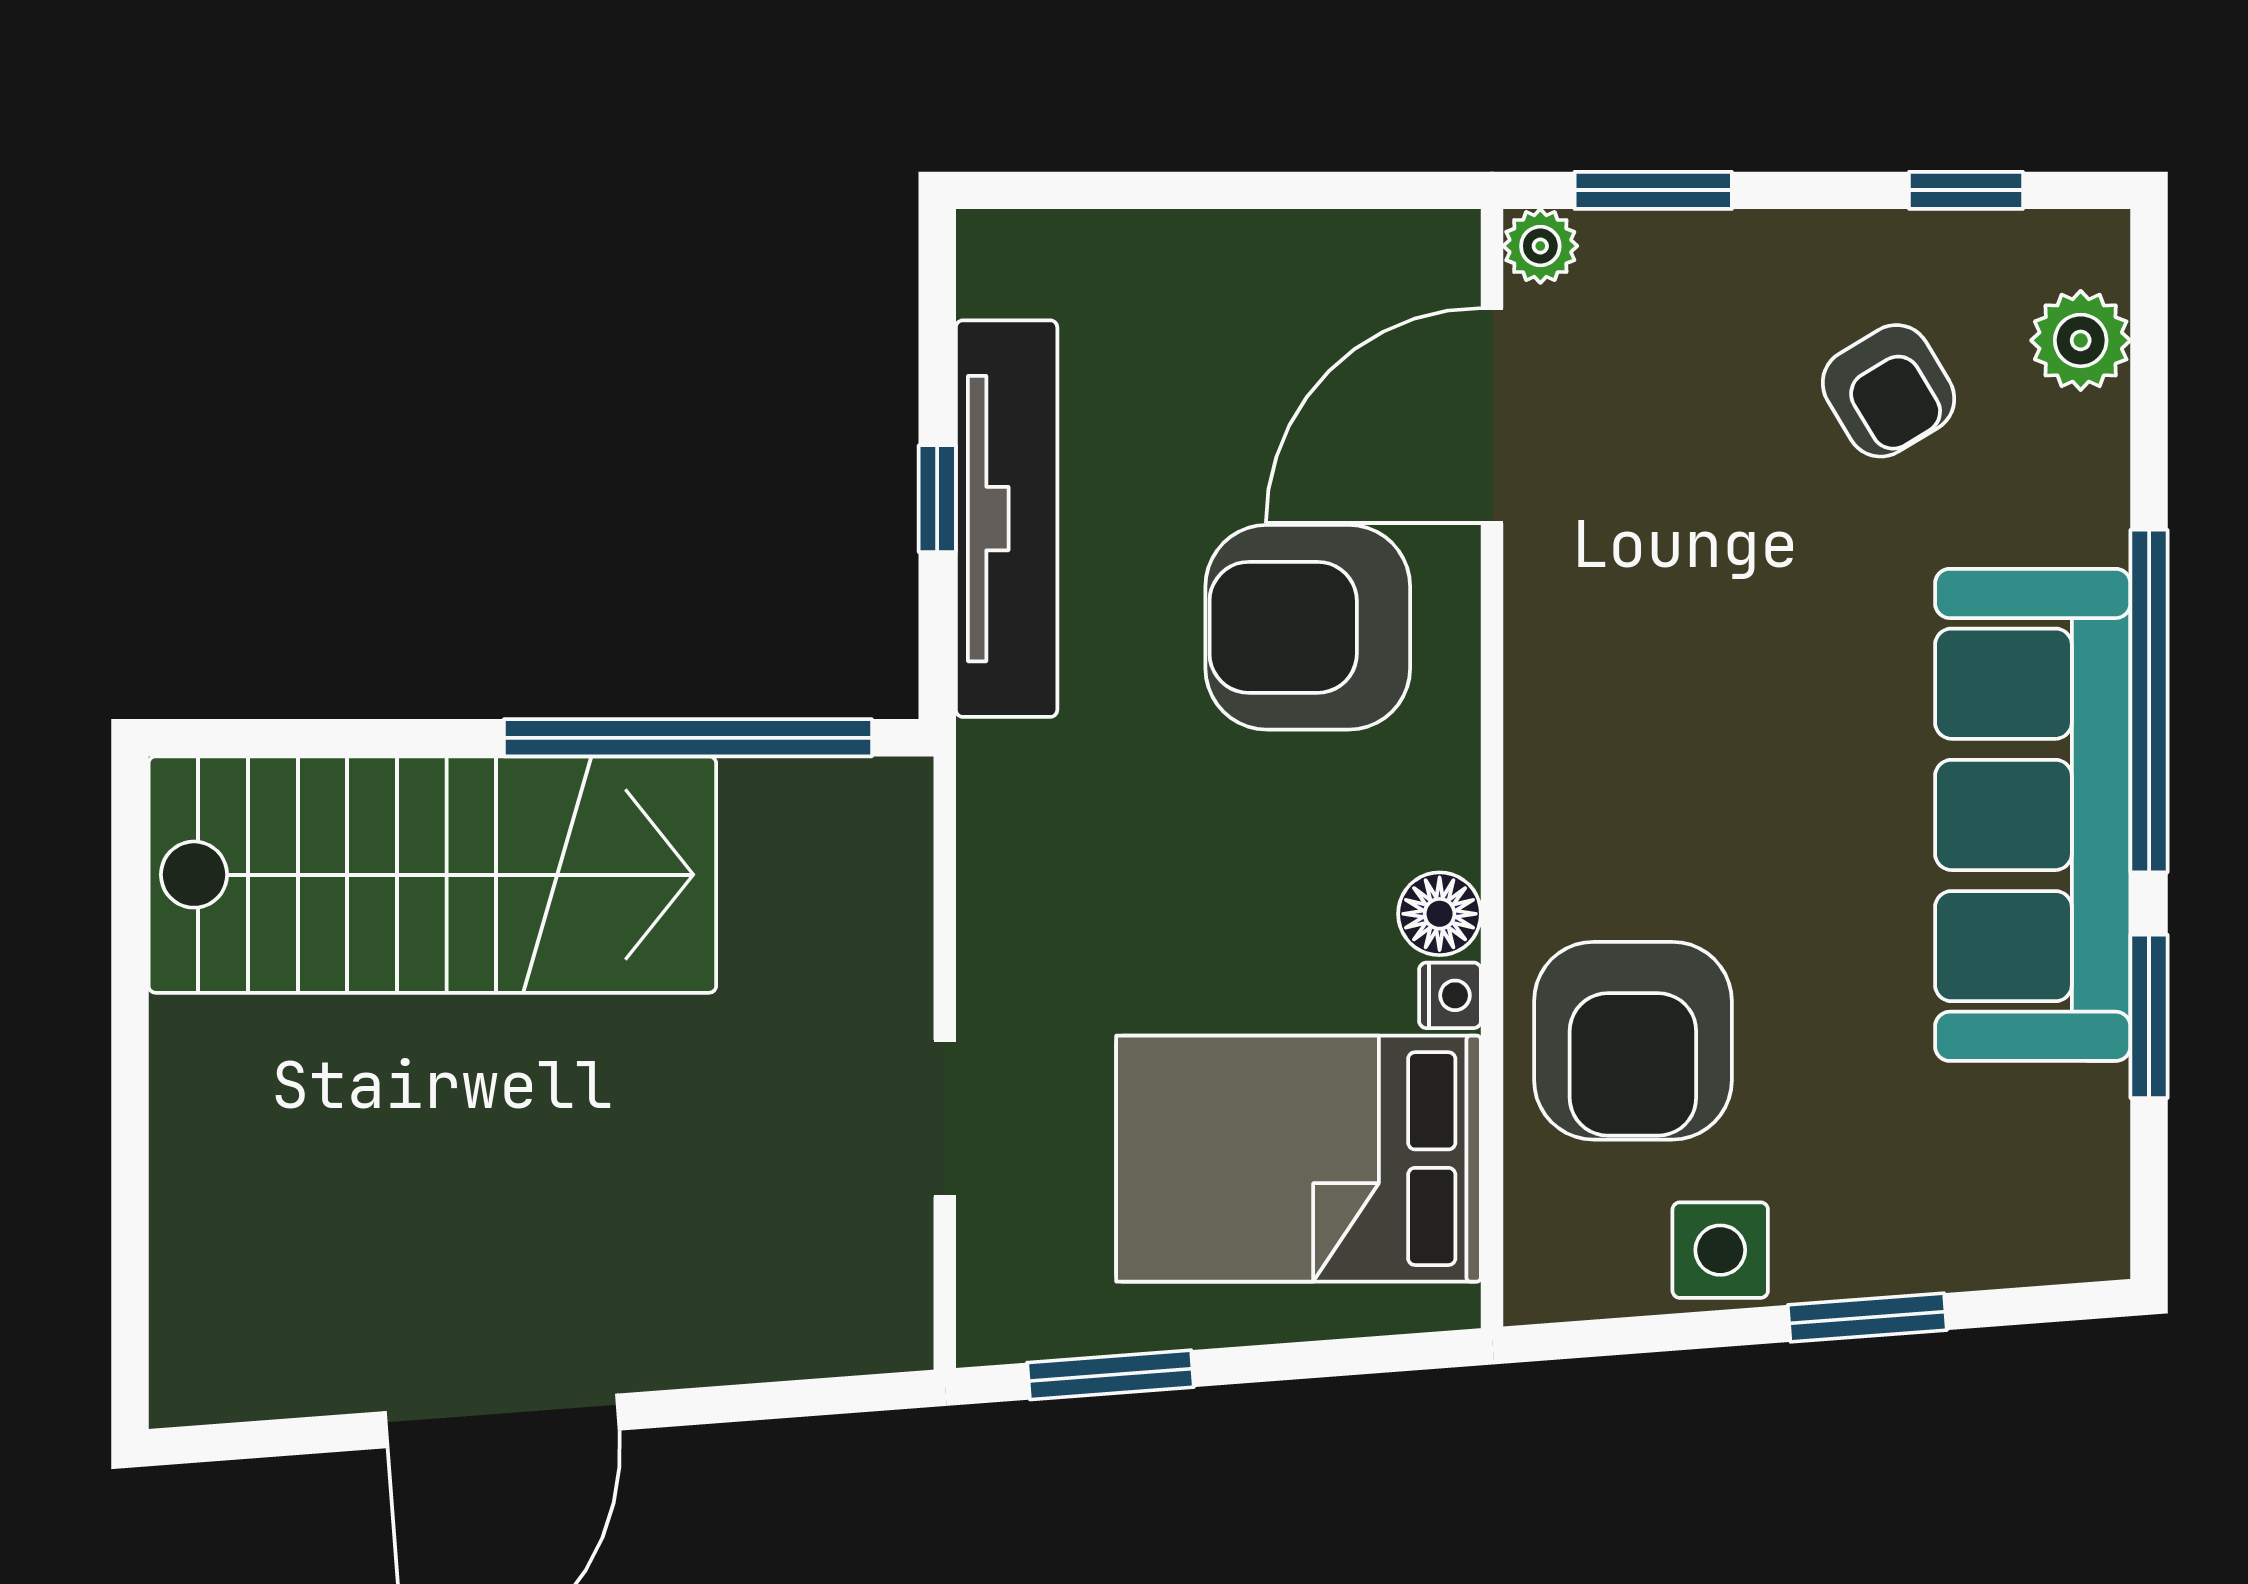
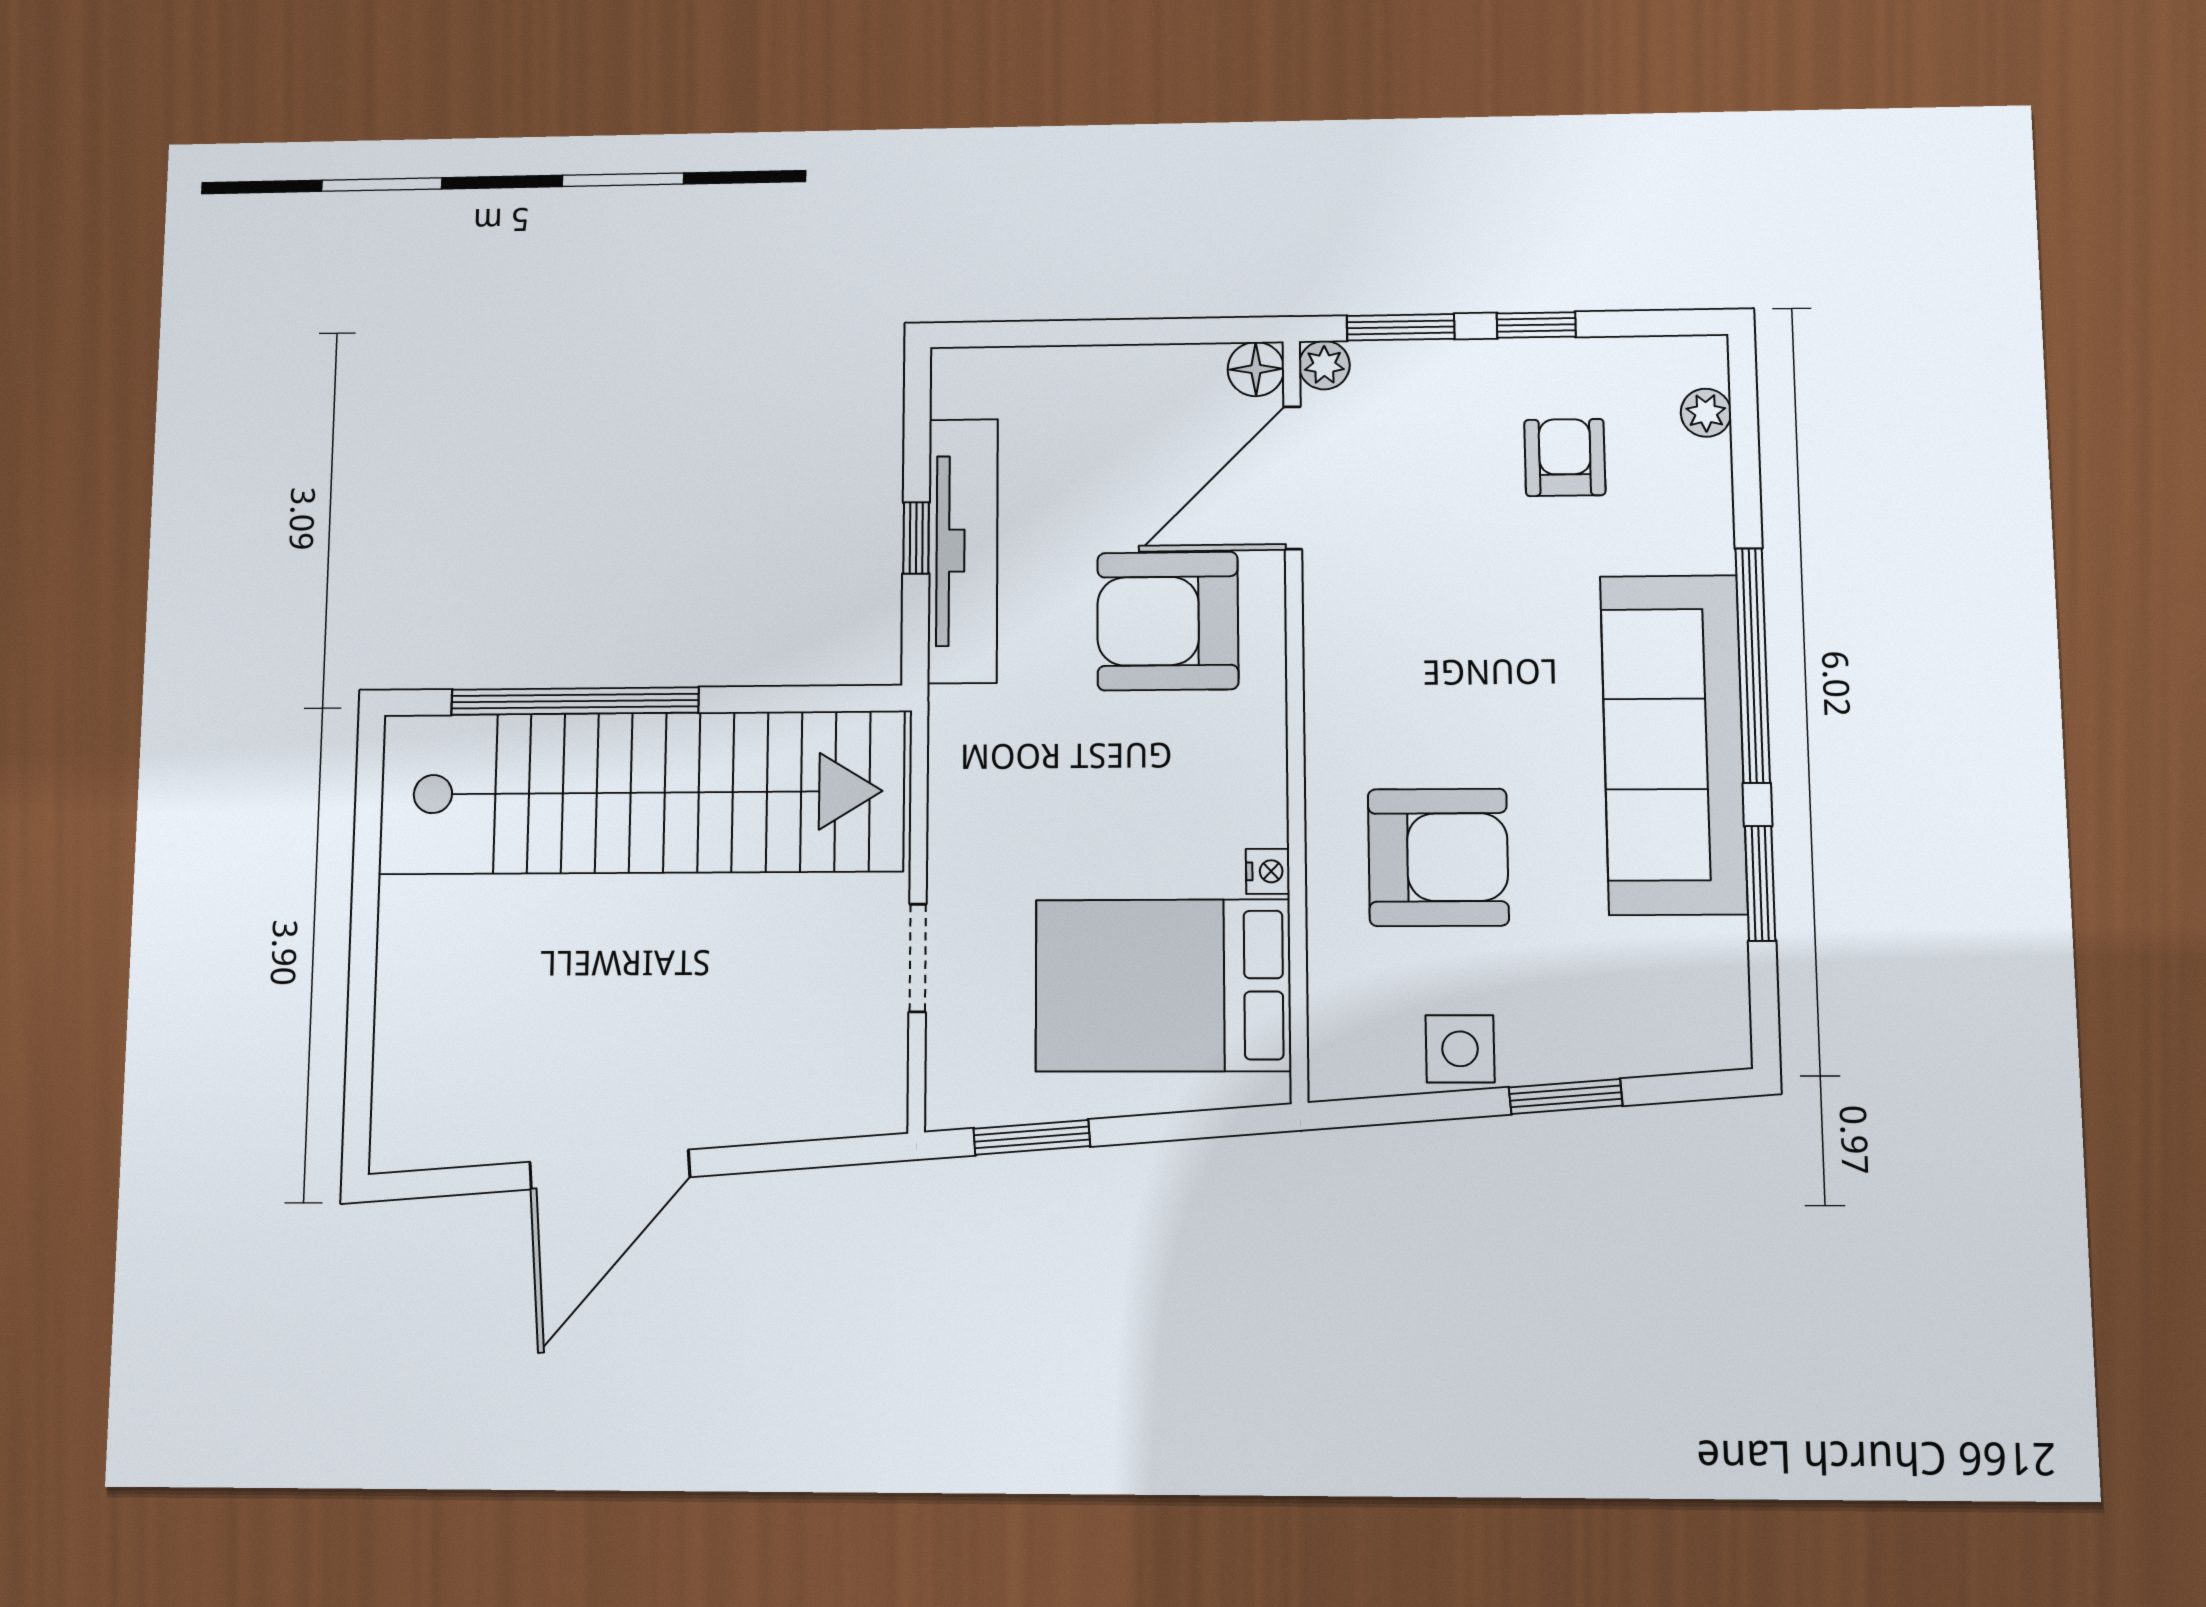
window: (1966, 190) -> (1536, 325), moved
plant: (2081, 340) -> (1706, 413), width x0.73, depth x0.73
armchair: (1889, 391) -> (1565, 457), turned -149
window: (688, 738) -> (575, 701), moved
stairs: (432, 875) -> (641, 793), width x1.36
floor lamp: (1440, 914) -> (1256, 369), moved
armchair: (1633, 1041) -> (1438, 857), moved, turned -90

